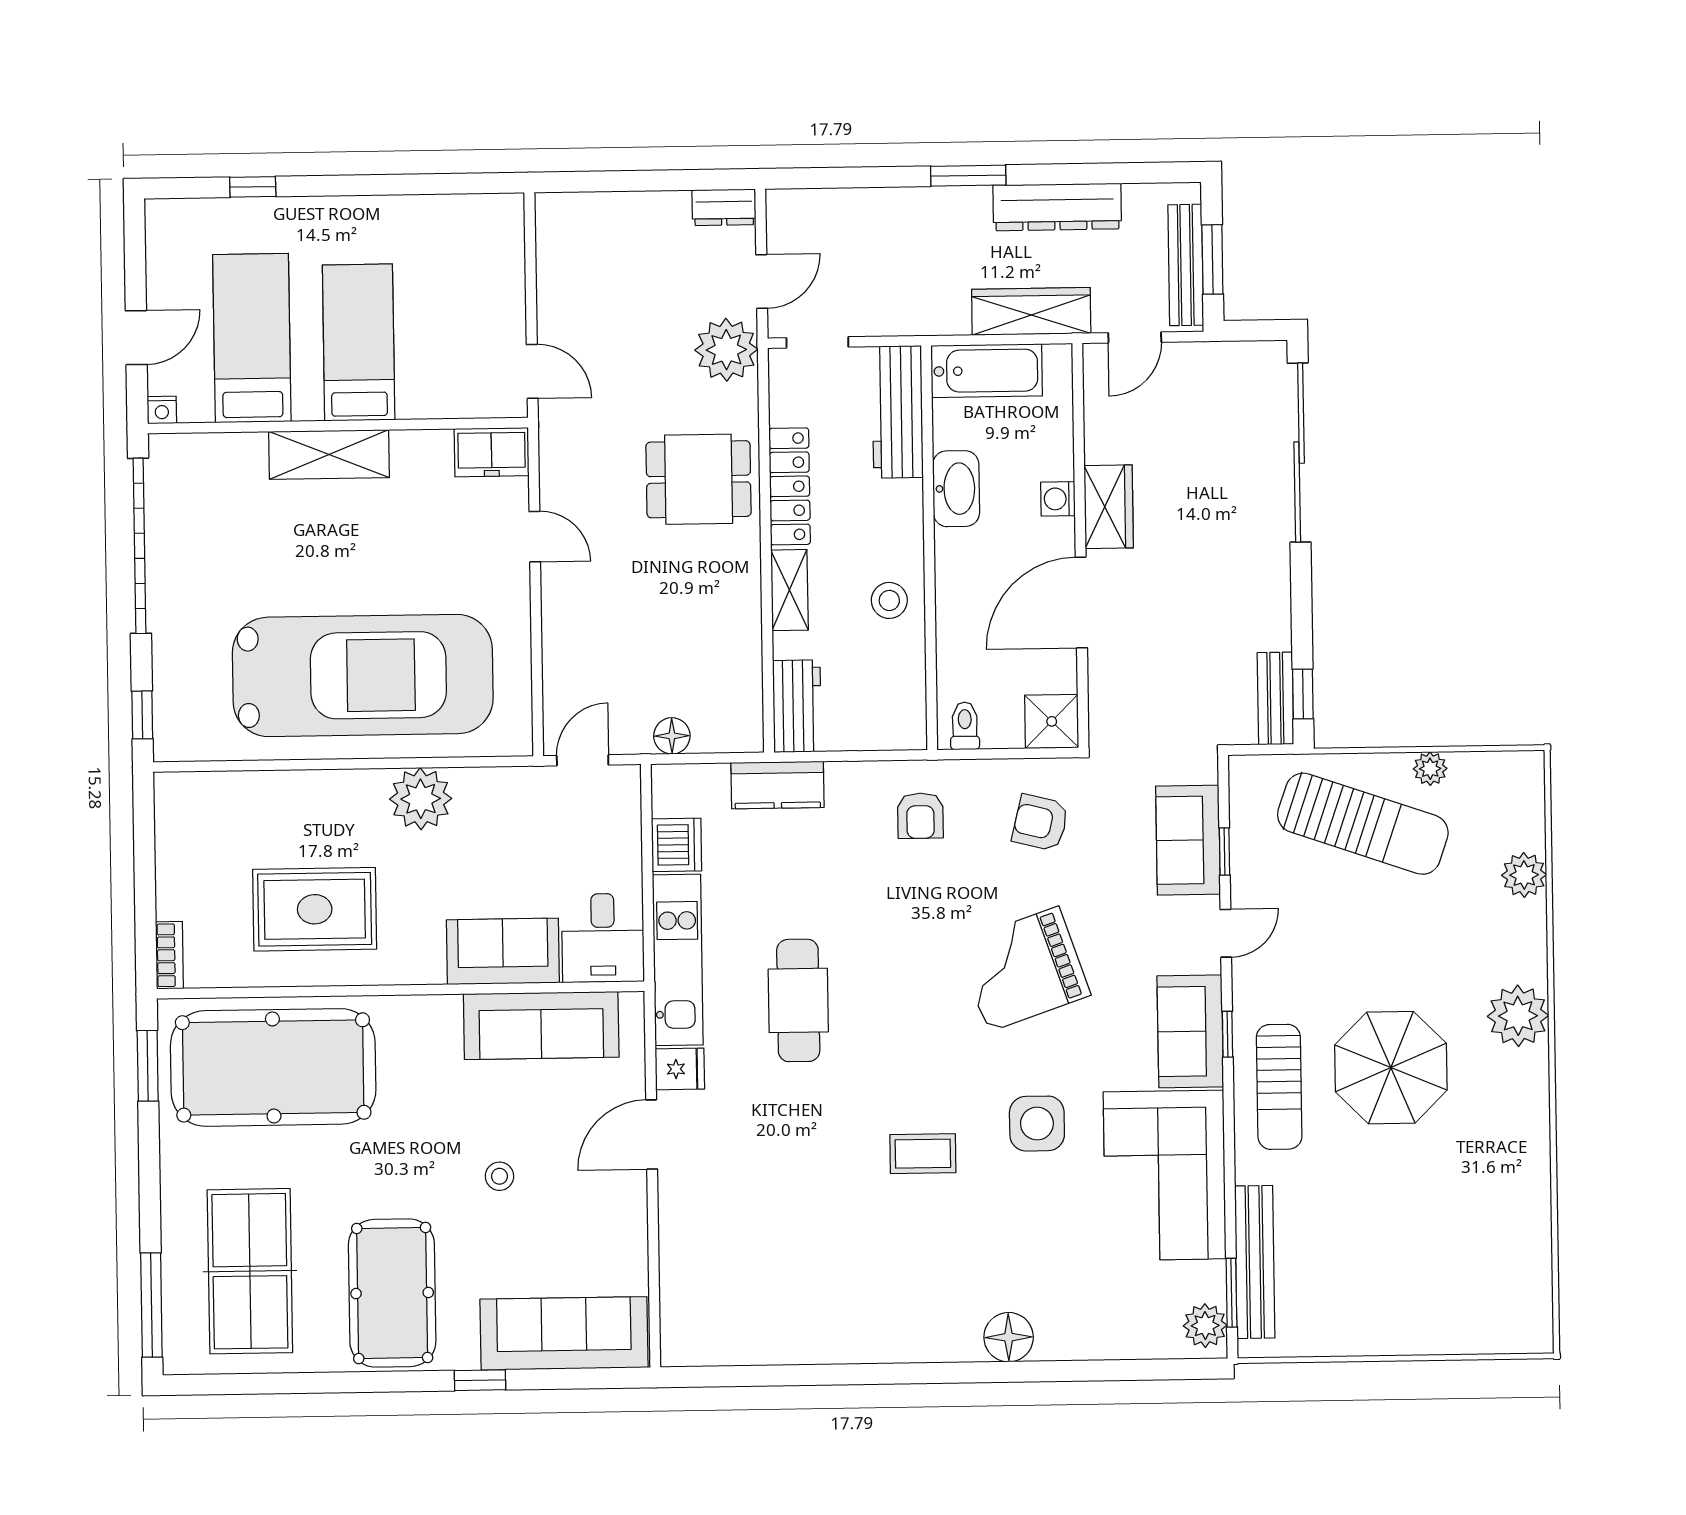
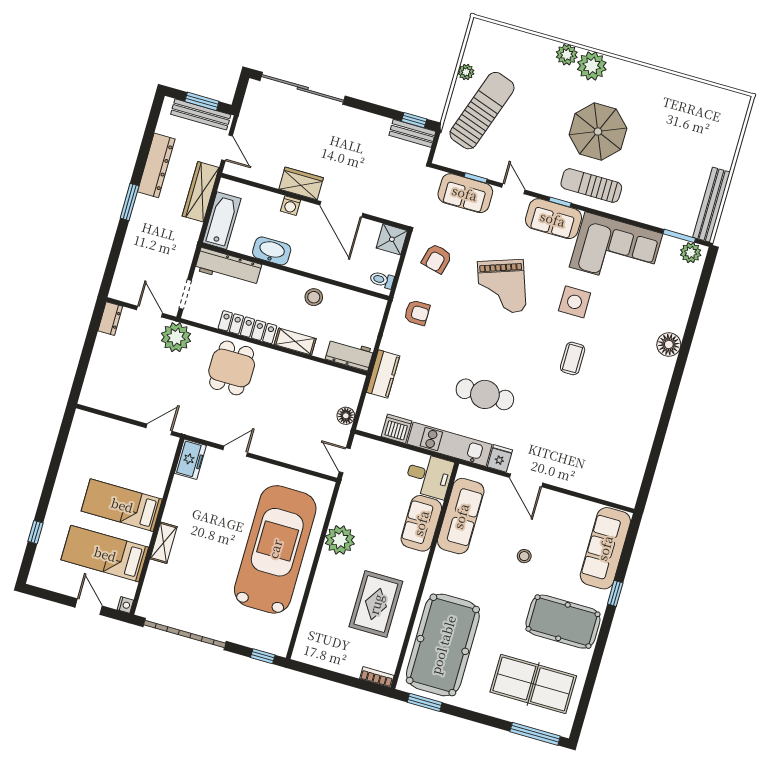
shelving: (329, 455) -> (164, 543), width x0.67, depth x0.75
plant: (1524, 875) -> (567, 55), moved
sun lounger: (1279, 1087) -> (591, 186), turned 180
bench: (1255, 1262) -> (711, 205), moved, turned 90

